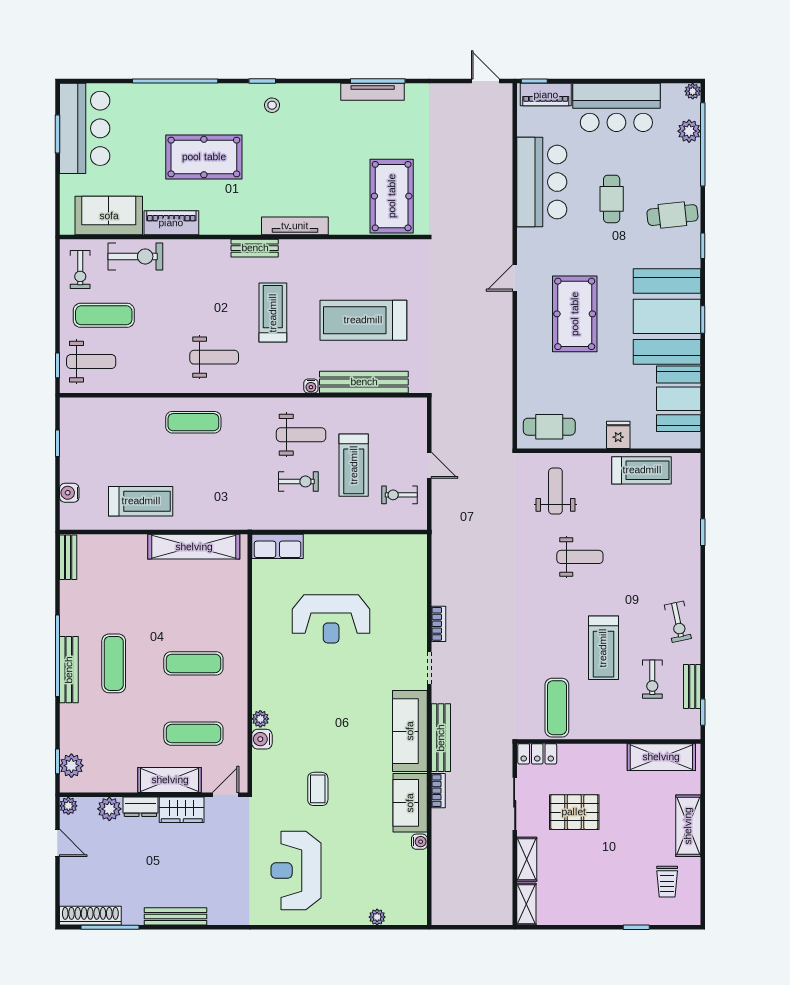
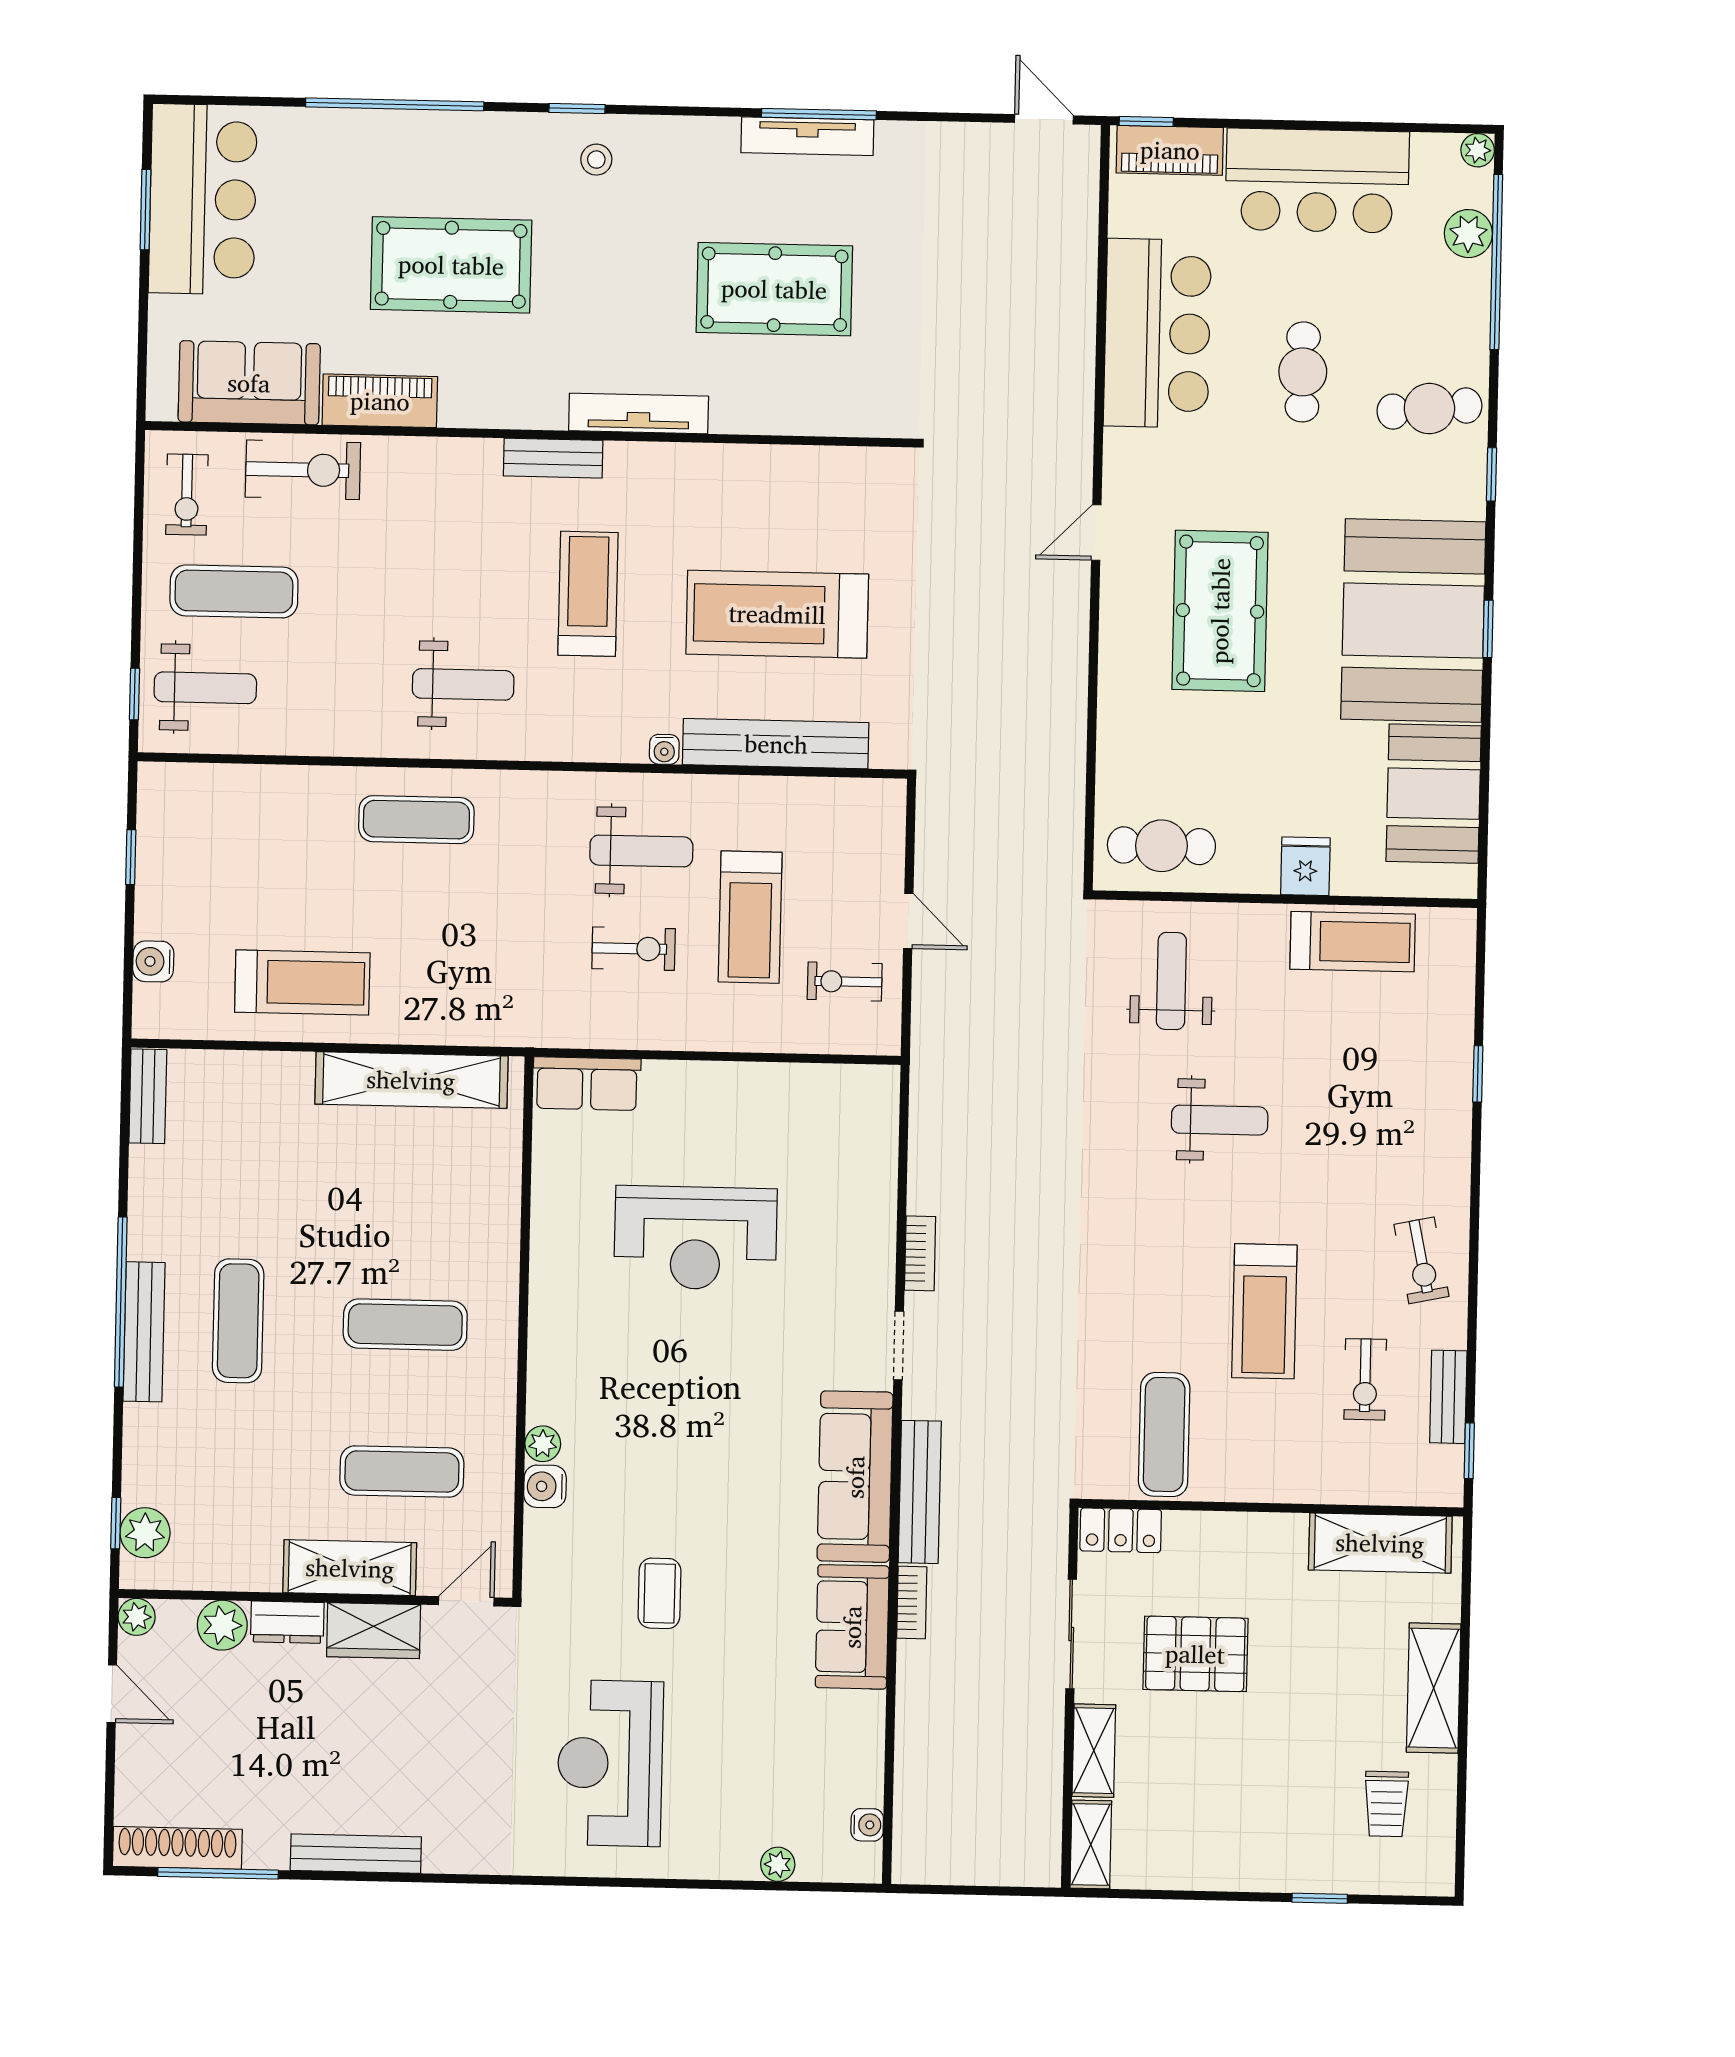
pool table: (392, 196) -> (774, 289), moved, turned 90
water cooler: (419, 842) -> (867, 1825), moved

